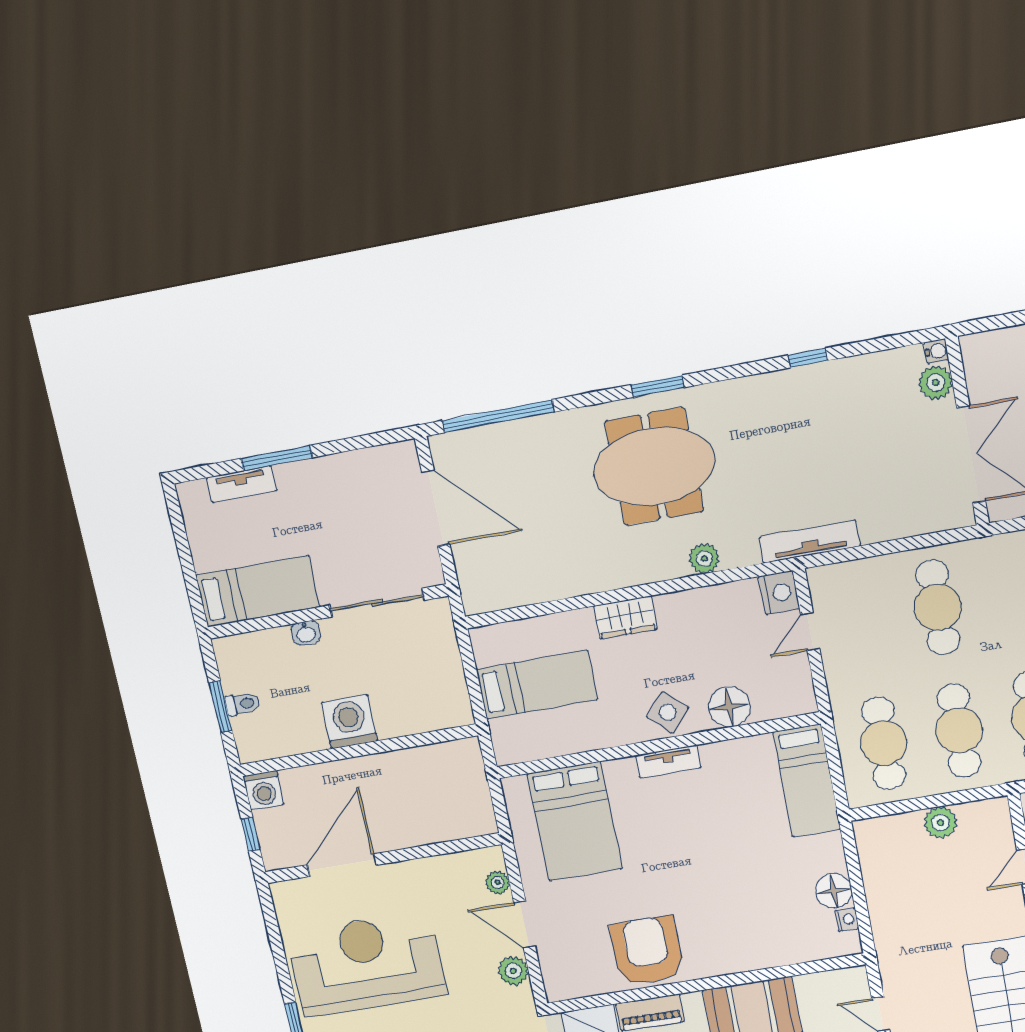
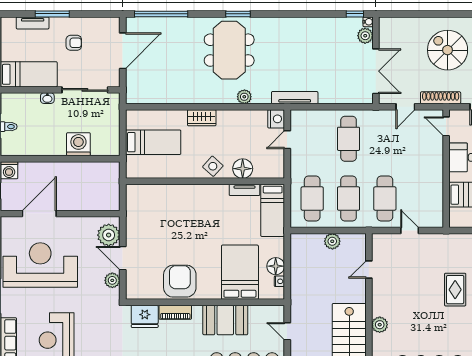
window: (808, 358) -> (355, 14), moved
meeting table: (654, 466) -> (229, 50), turned 90
door: (436, 508) -> (123, 51), hinge flipped
armchair: (333, 510) -> (74, 43), added
washing machine: (350, 722) -> (78, 144), moved
tv unit: (668, 762) -> (245, 190), moved
bed: (575, 822) -> (240, 272), moved, turned 180
plant: (498, 882) -> (109, 235), width x1.88, depth x1.88

